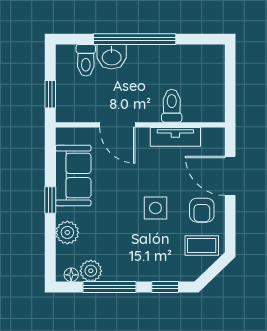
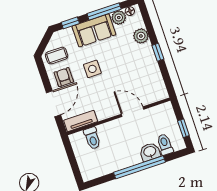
window: (50, 94) -> (183, 128), moved
toilet: (172, 106) -> (92, 138), moved
tv unit: (175, 137) -> (81, 121), moved
sofa: (73, 176) -> (94, 30), moved, turned -90
door: (230, 176) -> (54, 104), hinge flipped

